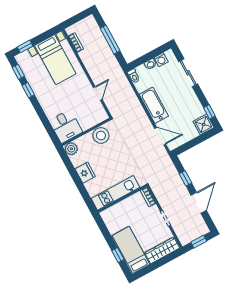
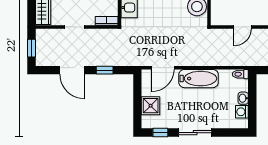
sliding door: (188, 73) -> (195, 133), moved
door: (98, 93) -> (243, 27), hinge flipped
shower: (204, 124) -> (151, 106), moved

